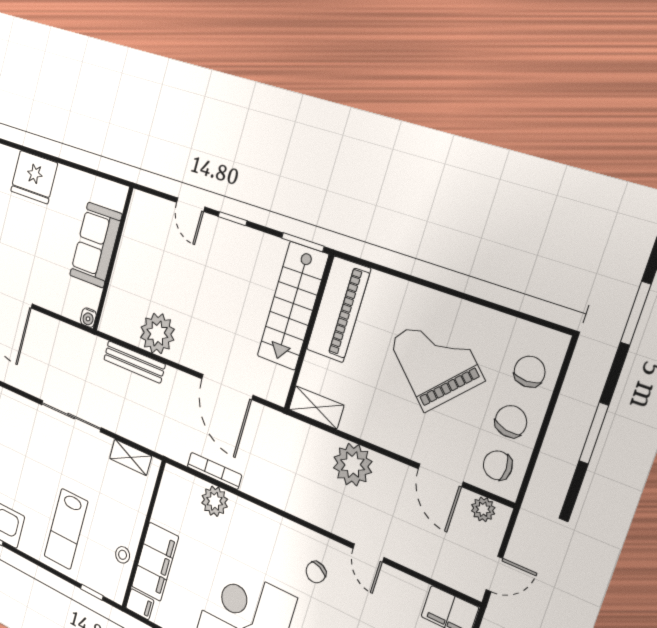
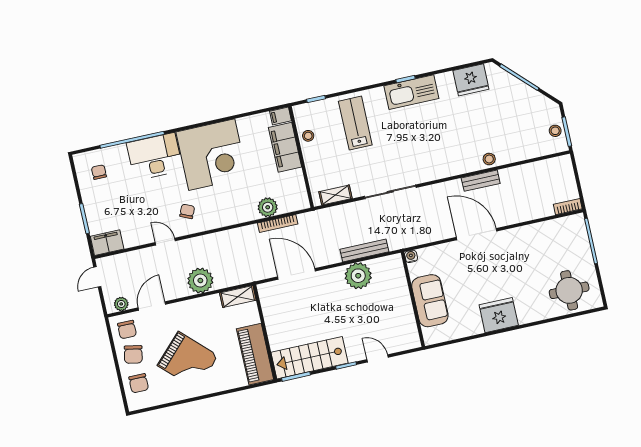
stairs: (293, 306) -> (310, 358), moved, turned -90
chair: (498, 465) -> (127, 330), turned 90
door: (441, 475) -> (152, 306), hinge flipped

